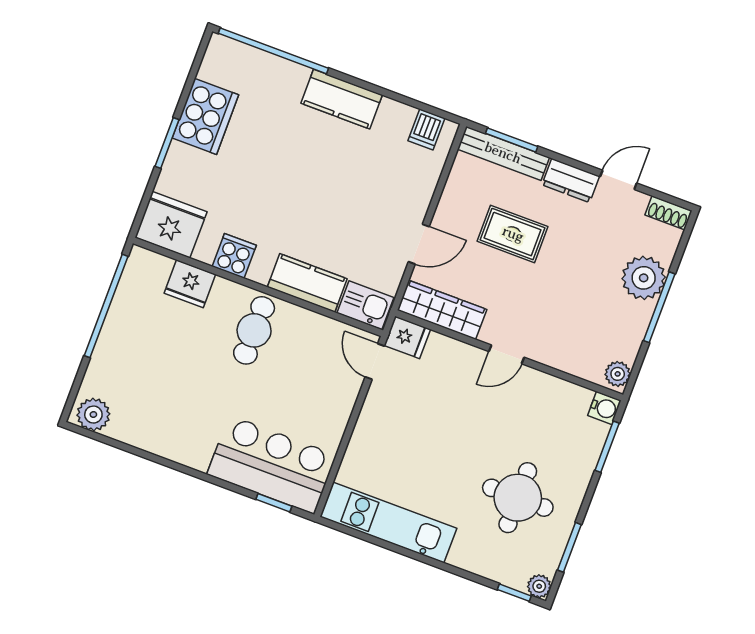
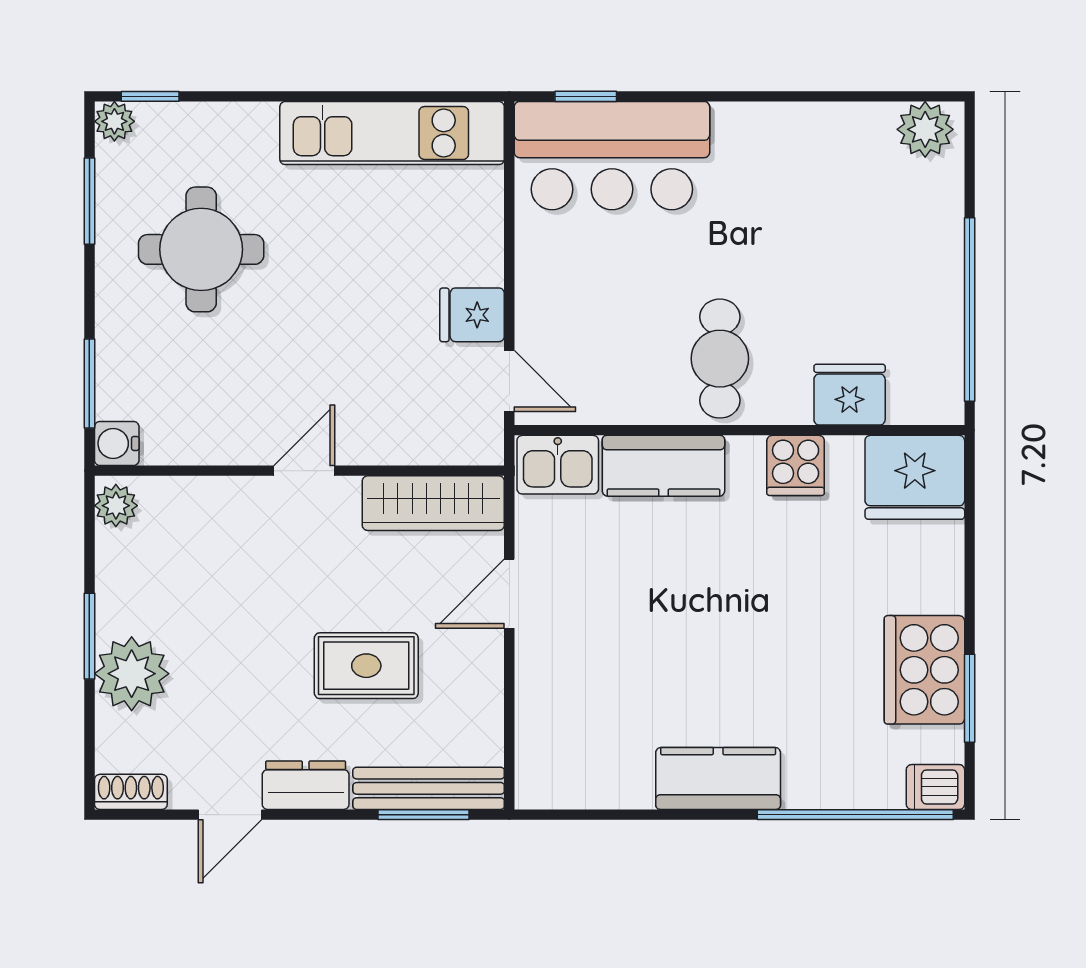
dishwasher: (426, 129) -> (935, 787), moved, turned -90
window: (167, 143) -> (970, 698), moved
window: (659, 307) -> (89, 636), width x0.69
fridge: (407, 337) -> (472, 315), moved

